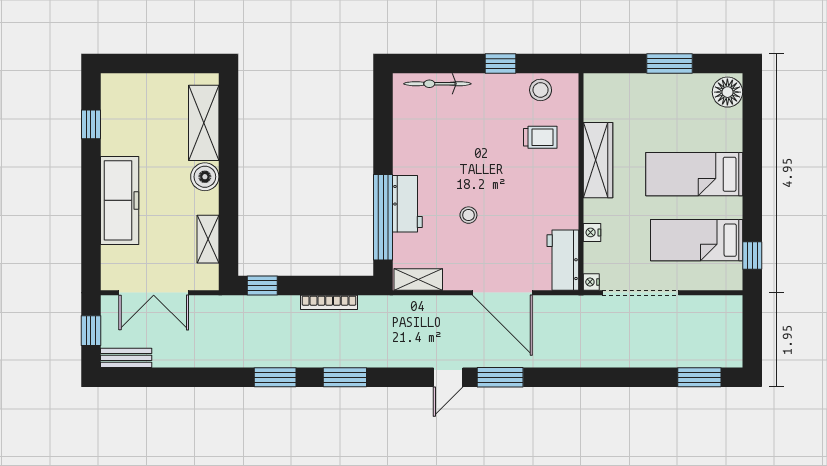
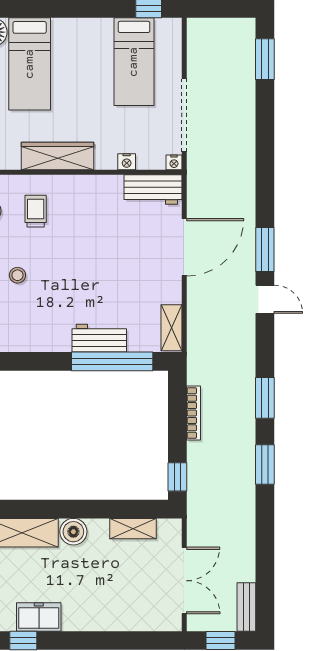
bed: (694, 174) -> (30, 64), moved
freezer: (120, 200) -> (39, 617), moved, width x0.52, depth x0.79
stool: (468, 215) -> (17, 275), moved

